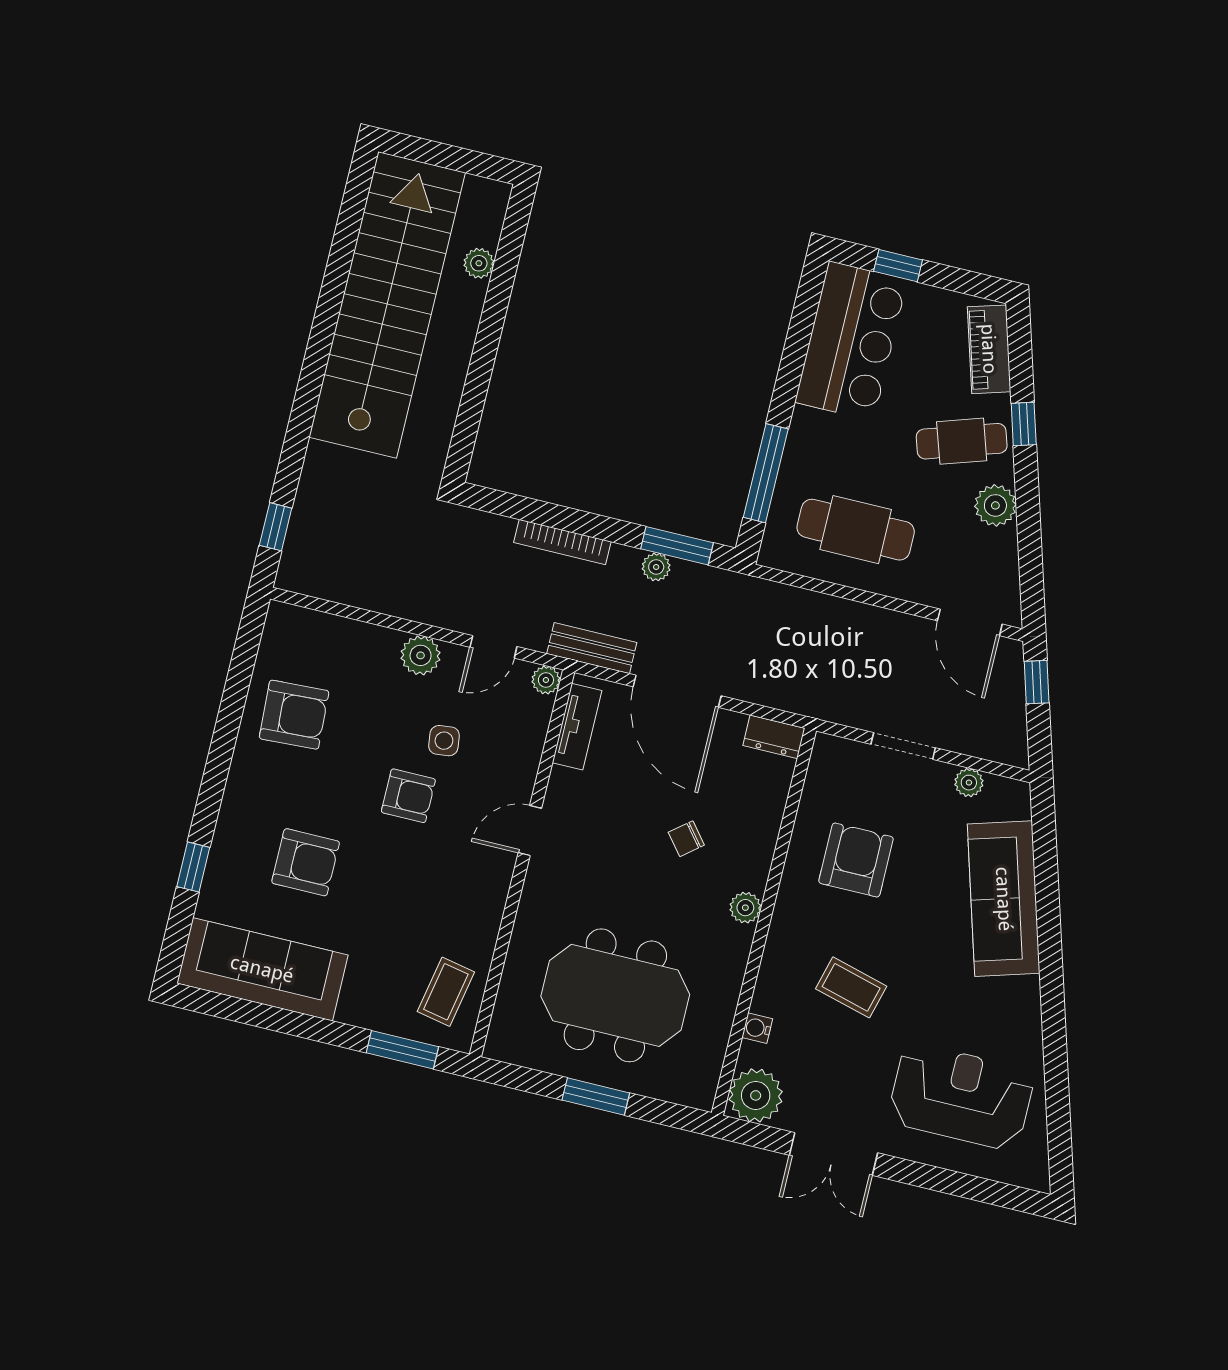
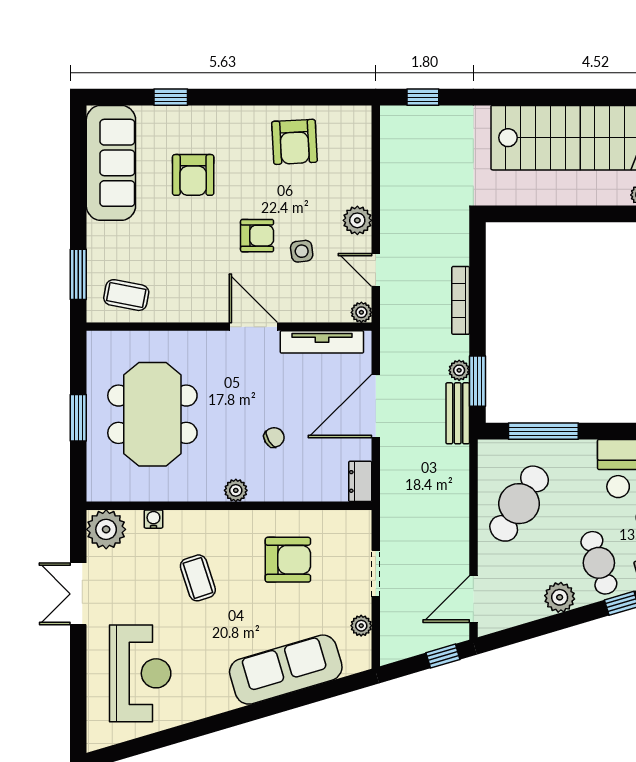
cafe table: (856, 530) -> (519, 504), turned 32
bench: (592, 648) -> (458, 413), moved
tv unit: (577, 727) -> (322, 342), width x1.41
armchair: (408, 796) -> (257, 236), turned -90
door: (530, 830) -> (253, 327), width x1.38
chair: (686, 839) -> (274, 437), turned 98
coffee table: (851, 987) -> (198, 578), turned -33

